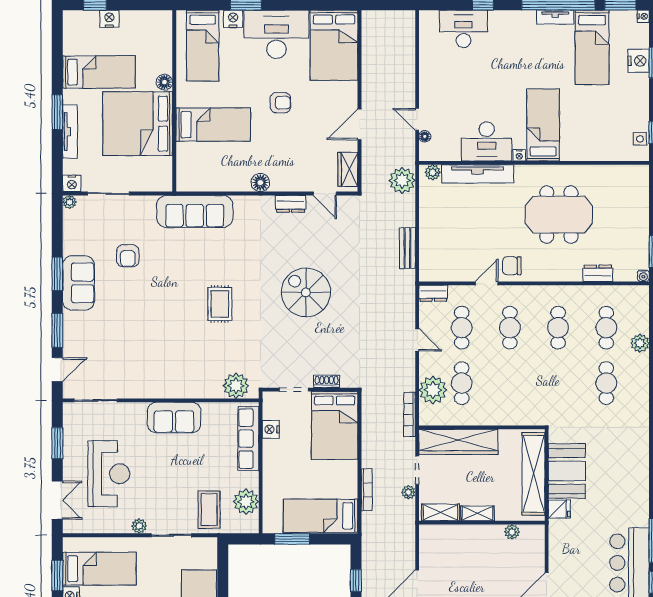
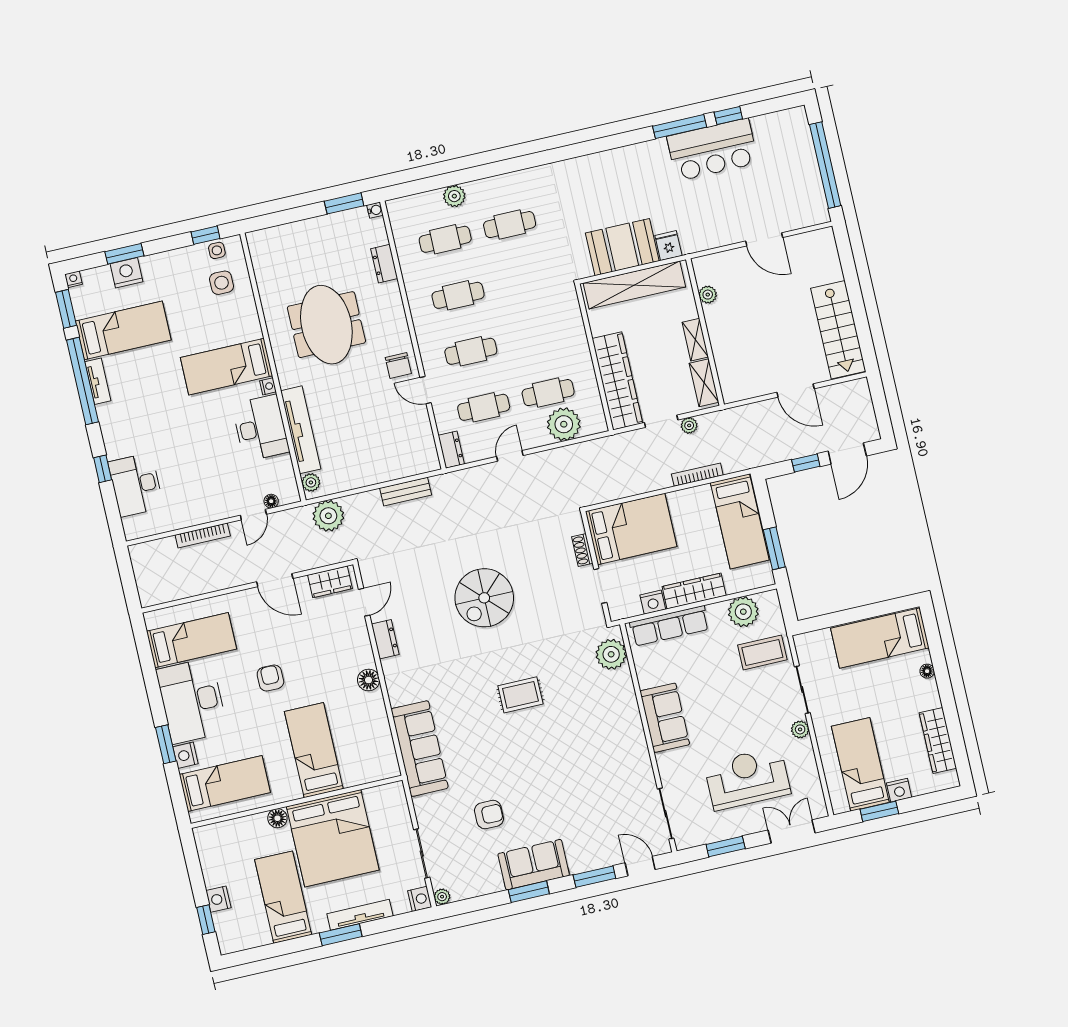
bed: (334, 45) -> (191, 640), width x0.67
side table: (613, 137) -> (221, 283), added
bookcase: (410, 415) -> (203, 535), moved
wardrobe: (272, 465) -> (694, 591), added

